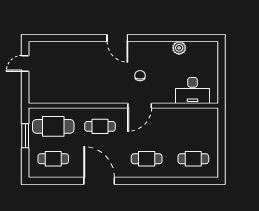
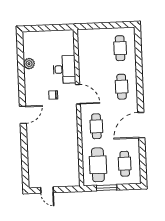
desk: (193, 90) -> (64, 69), moved

